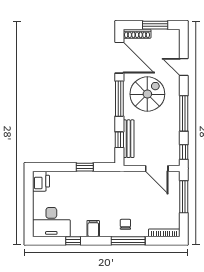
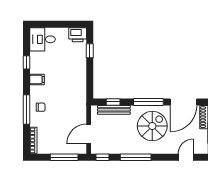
door: (184, 67) -> (186, 157), moved
spiral stairs: (147, 94) -> (152, 126), turned -90
window: (85, 167) -> (90, 51), moved
desk: (51, 222) -> (43, 39), width x0.73

